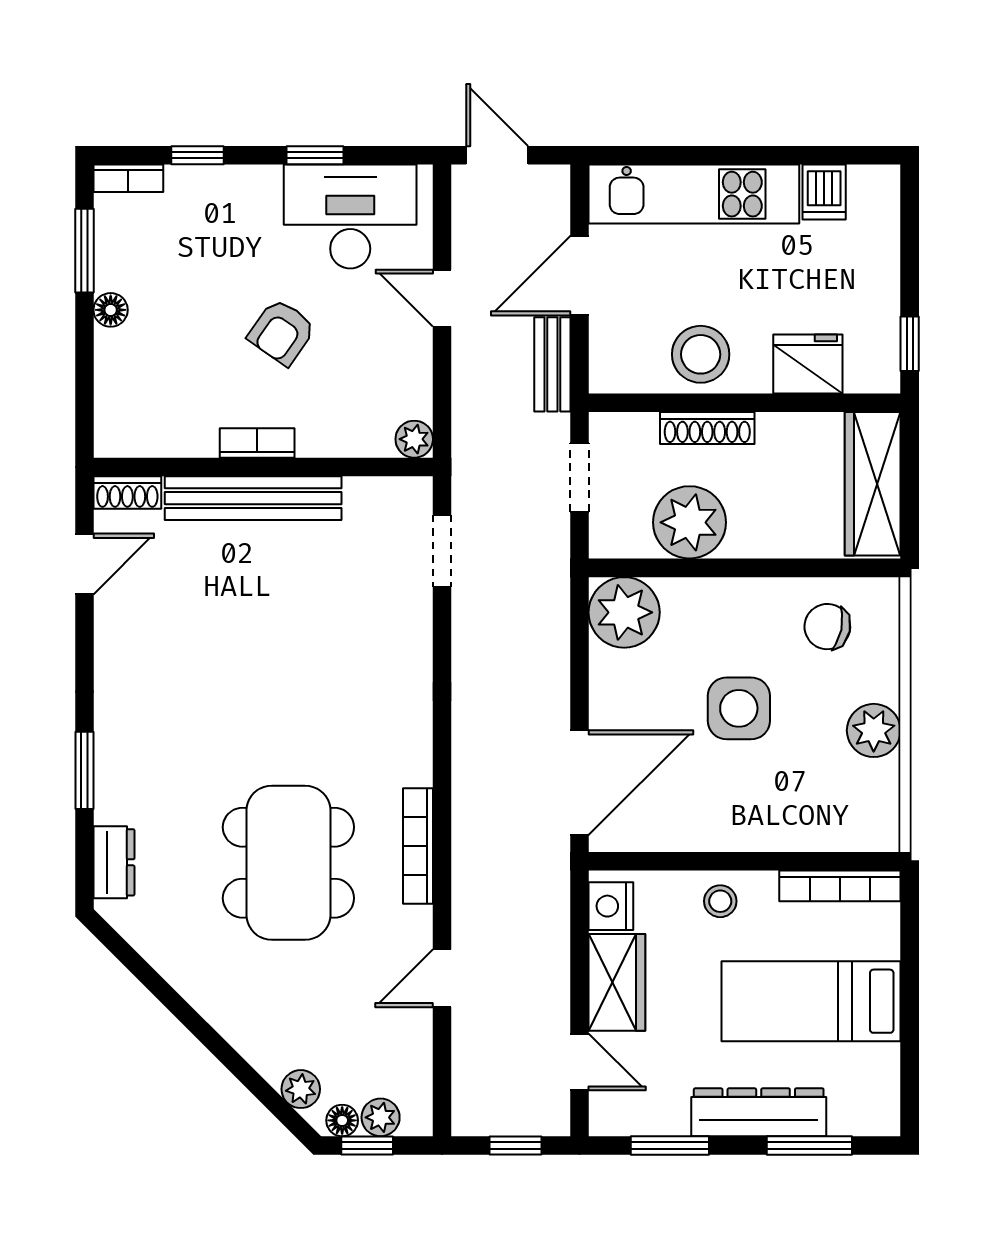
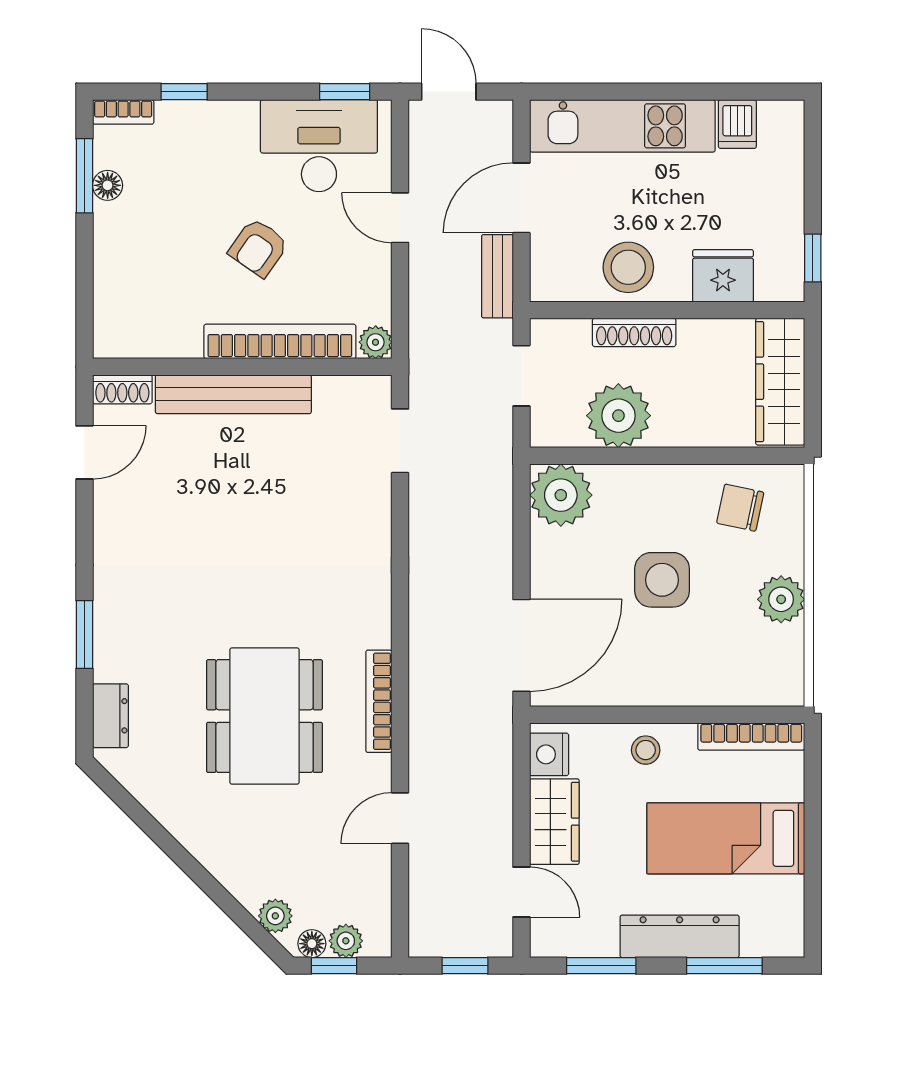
window: (315, 155) -> (345, 92), moved
floor lamp: (111, 310) -> (108, 185), moved
bookcase: (257, 443) -> (280, 341), width x2.31, depth x1.31

